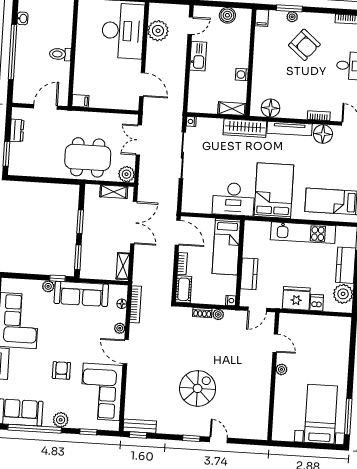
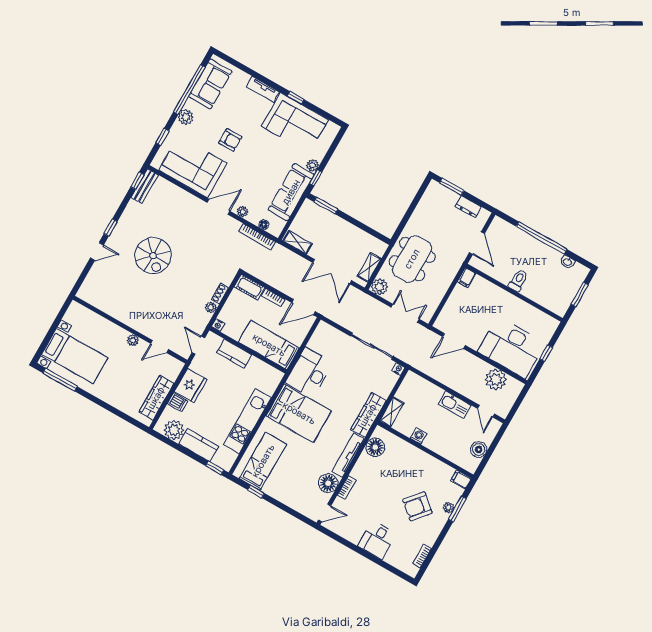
window: (80, 222) -> (357, 223), removed
wardrobe: (322, 323) -> (156, 398), added

